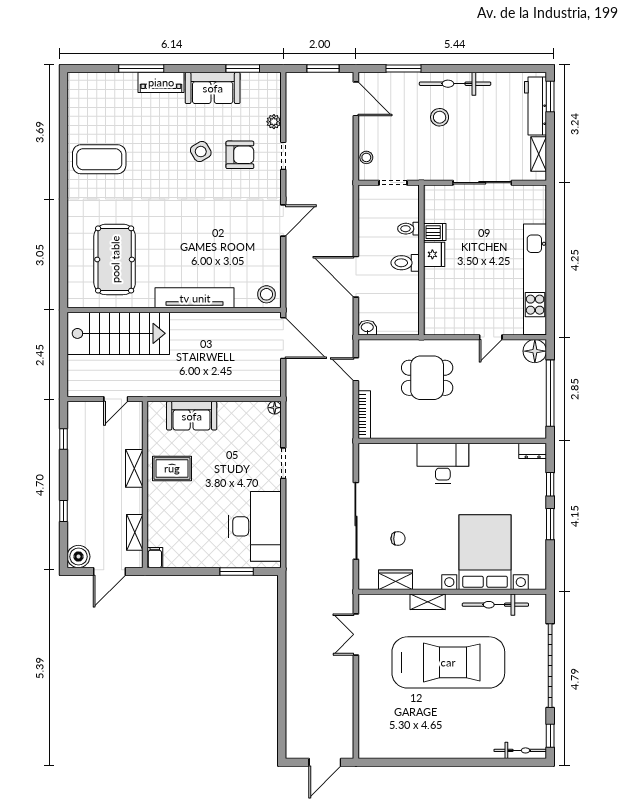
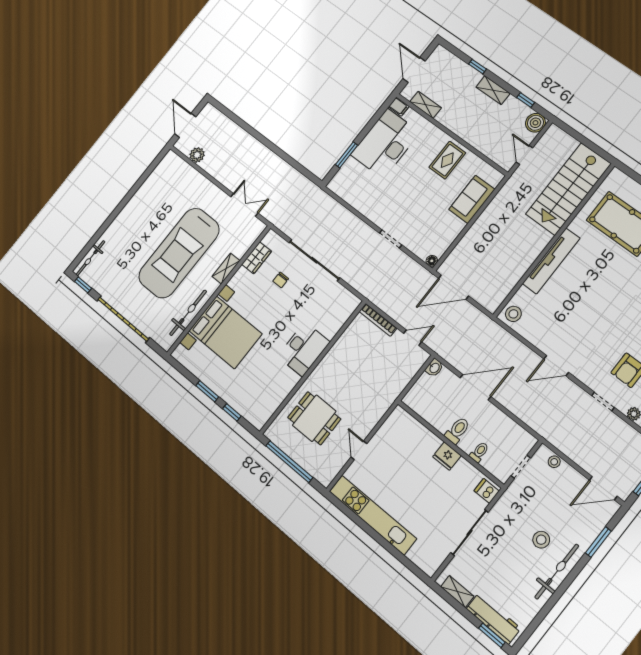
door: (283, 221) -> (556, 366), hinge flipped
dishwasher: (435, 232) -> (487, 491), moved, turned 90
door: (283, 338) -> (454, 287), moved
floor lamp: (535, 351) -> (325, 474), removed
dining table: (427, 378) -> (314, 418), moved, turned 90
dresser: (533, 451) -> (262, 418), removed
shelving: (134, 468) -> (493, 90), moved
desk: (255, 526) -> (385, 144), moved, turned 90
boiler: (78, 557) -> (535, 123), moved
plant: (344, 725) -> (197, 155), added

